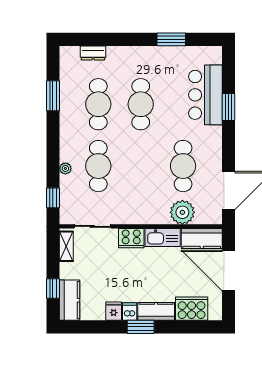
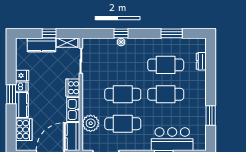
cafe table: (98, 166) -> (123, 94), moved
window: (53, 198) -> (121, 33), moved
window: (53, 288) -> (49, 33), moved
kitchen counter: (70, 300) -> (41, 45), moved

